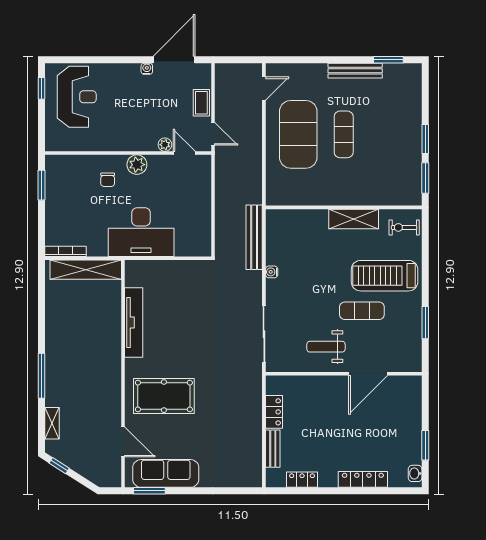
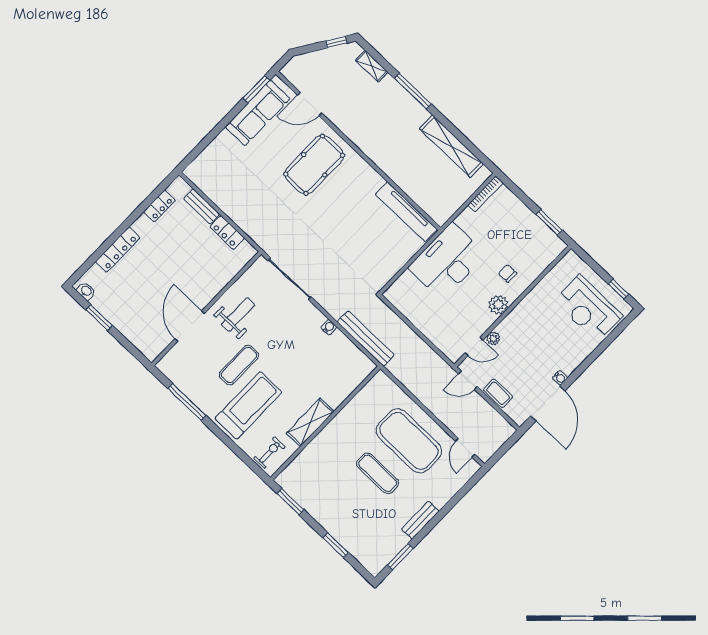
bench: (355, 71) -> (420, 520), width x0.73
window: (425, 139) -> (336, 545), moved
shelving: (86, 270) -> (451, 146), moved, turned 90
tv unit: (134, 323) -> (406, 212), moved
window: (425, 323) -> (187, 402), width x1.44

